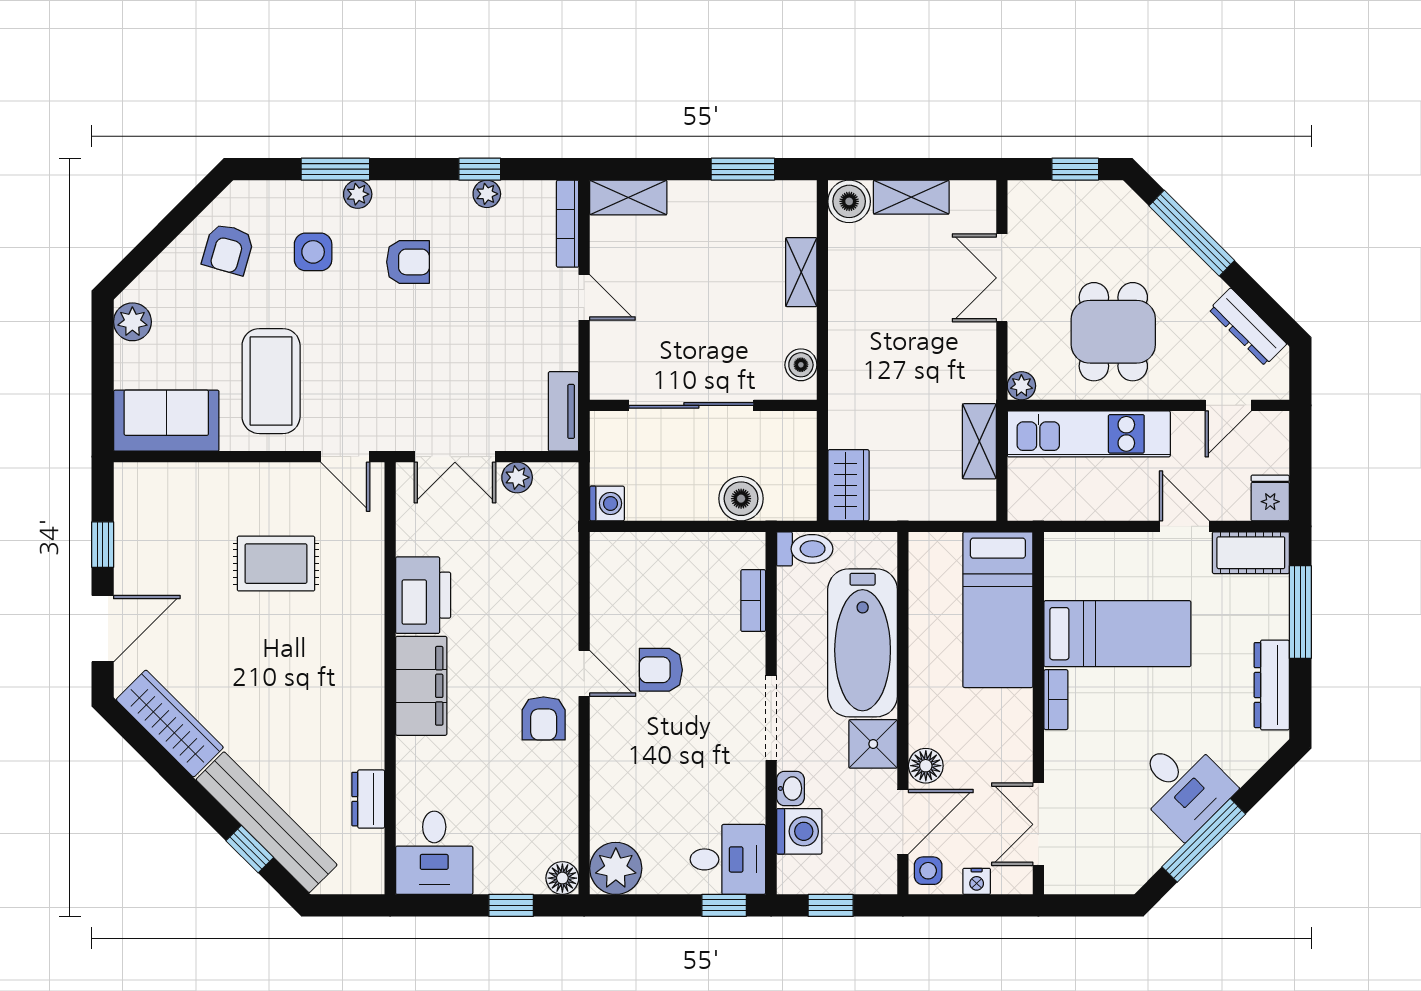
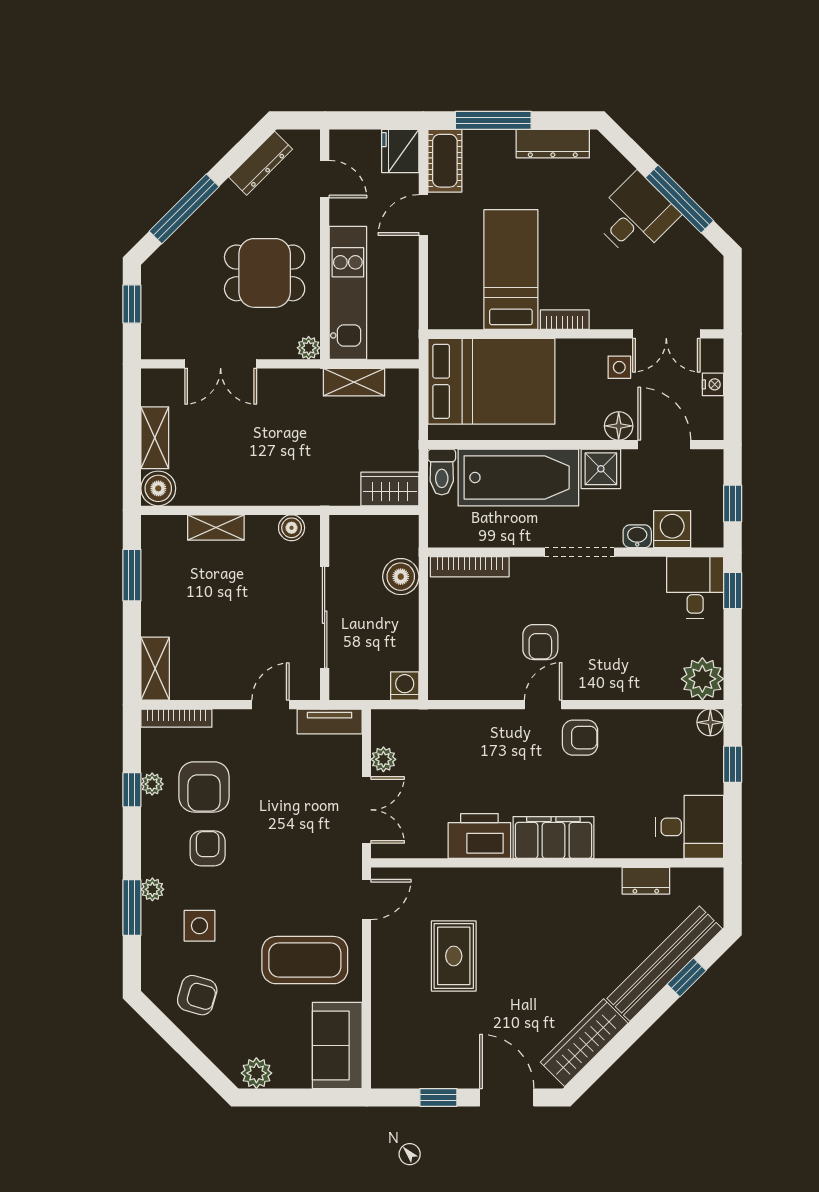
armchair: (483, 257) -> (204, 787), added
door: (584, 297) -> (270, 705), moved
fridge: (1270, 498) -> (400, 151), width x1.38
toilet: (805, 549) -> (442, 472), moved, turned 180
bookcase: (753, 601) -> (470, 567), width x1.56
bed: (998, 610) -> (491, 381), width x1.50
side table: (928, 871) -> (619, 367), moved

